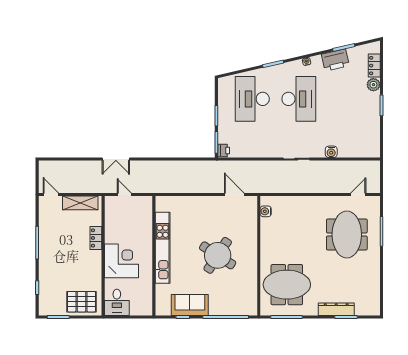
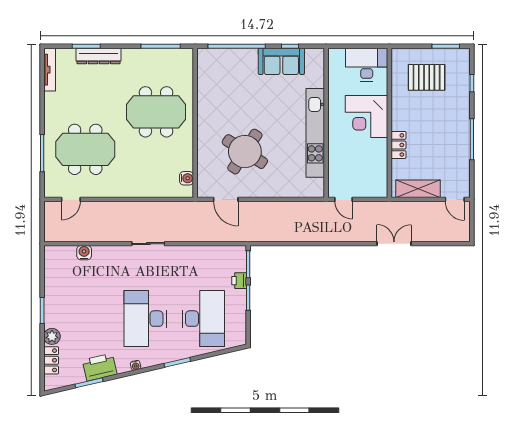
printer: (224, 151) -> (239, 281), moved
water cooler: (331, 152) -> (84, 253), moved
double door: (116, 159) -> (394, 244), moved
door: (124, 194) -> (344, 199), moved
meeting table: (347, 235) -> (85, 149), turned 90
round table: (218, 255) -> (245, 152), moved
meeting table: (287, 285) -> (156, 112), moved
tv unit: (375, 298) -> (50, 70), added
pallet: (82, 302) -> (427, 77), moved
desk: (117, 302) -> (367, 65), width x1.37

